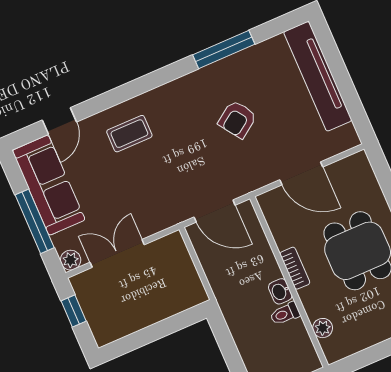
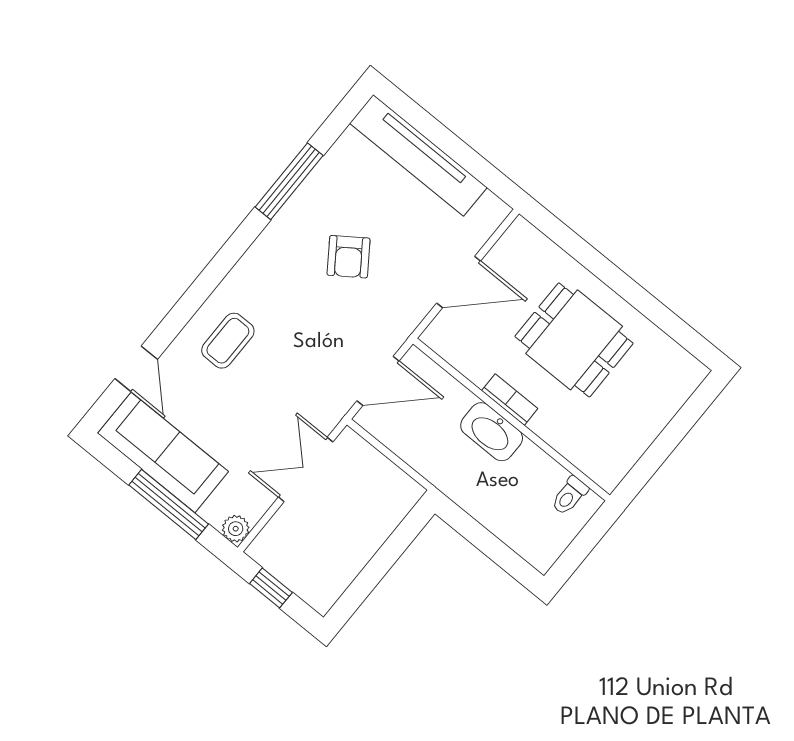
double door: (117, 253) -> (306, 470), moved
washbasin: (280, 291) -> (492, 432), width x1.91, depth x1.45
toilet: (285, 314) -> (570, 496), moved
plant: (323, 328) -> (580, 454), removed

